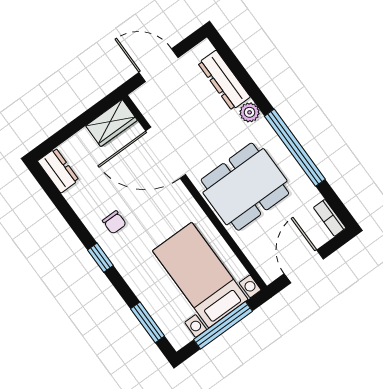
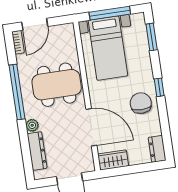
chair: (114, 222) -> (141, 103), width x1.87, depth x1.87
door: (304, 266) -> (35, 24), moved

